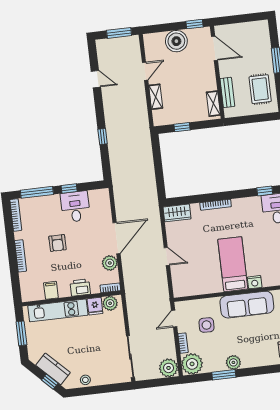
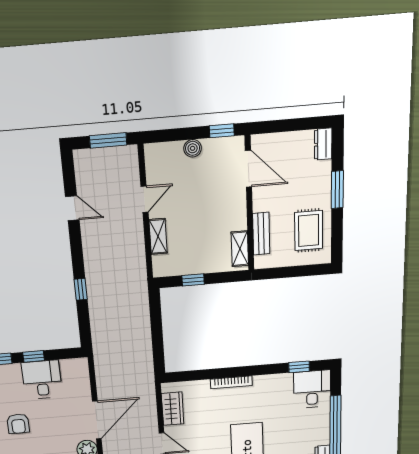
dresser: (263, 30) -> (323, 144), added
boiler: (176, 41) -> (193, 148), width x0.54, depth x0.54
wardrobe: (177, 213) -> (173, 409), moved, turned -90

